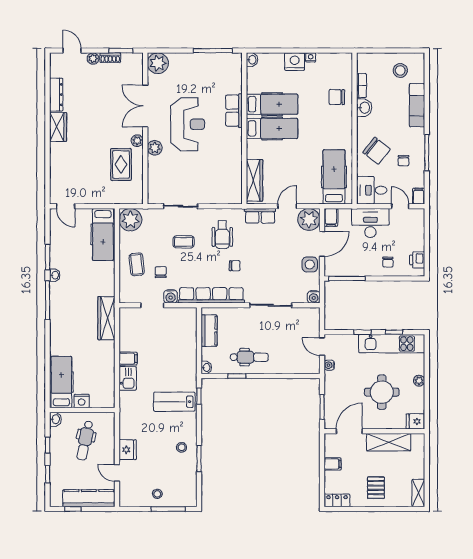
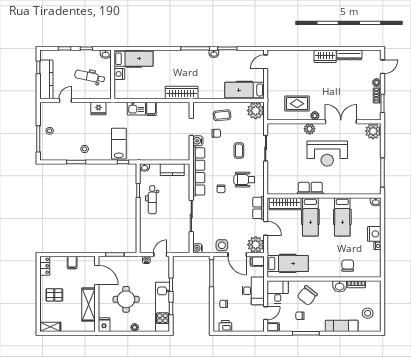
row of seats: (234, 111) -> (310, 188), moved
hospital bed: (272, 128) -> (310, 217), moved
fridge: (128, 450) -> (98, 109), moved

